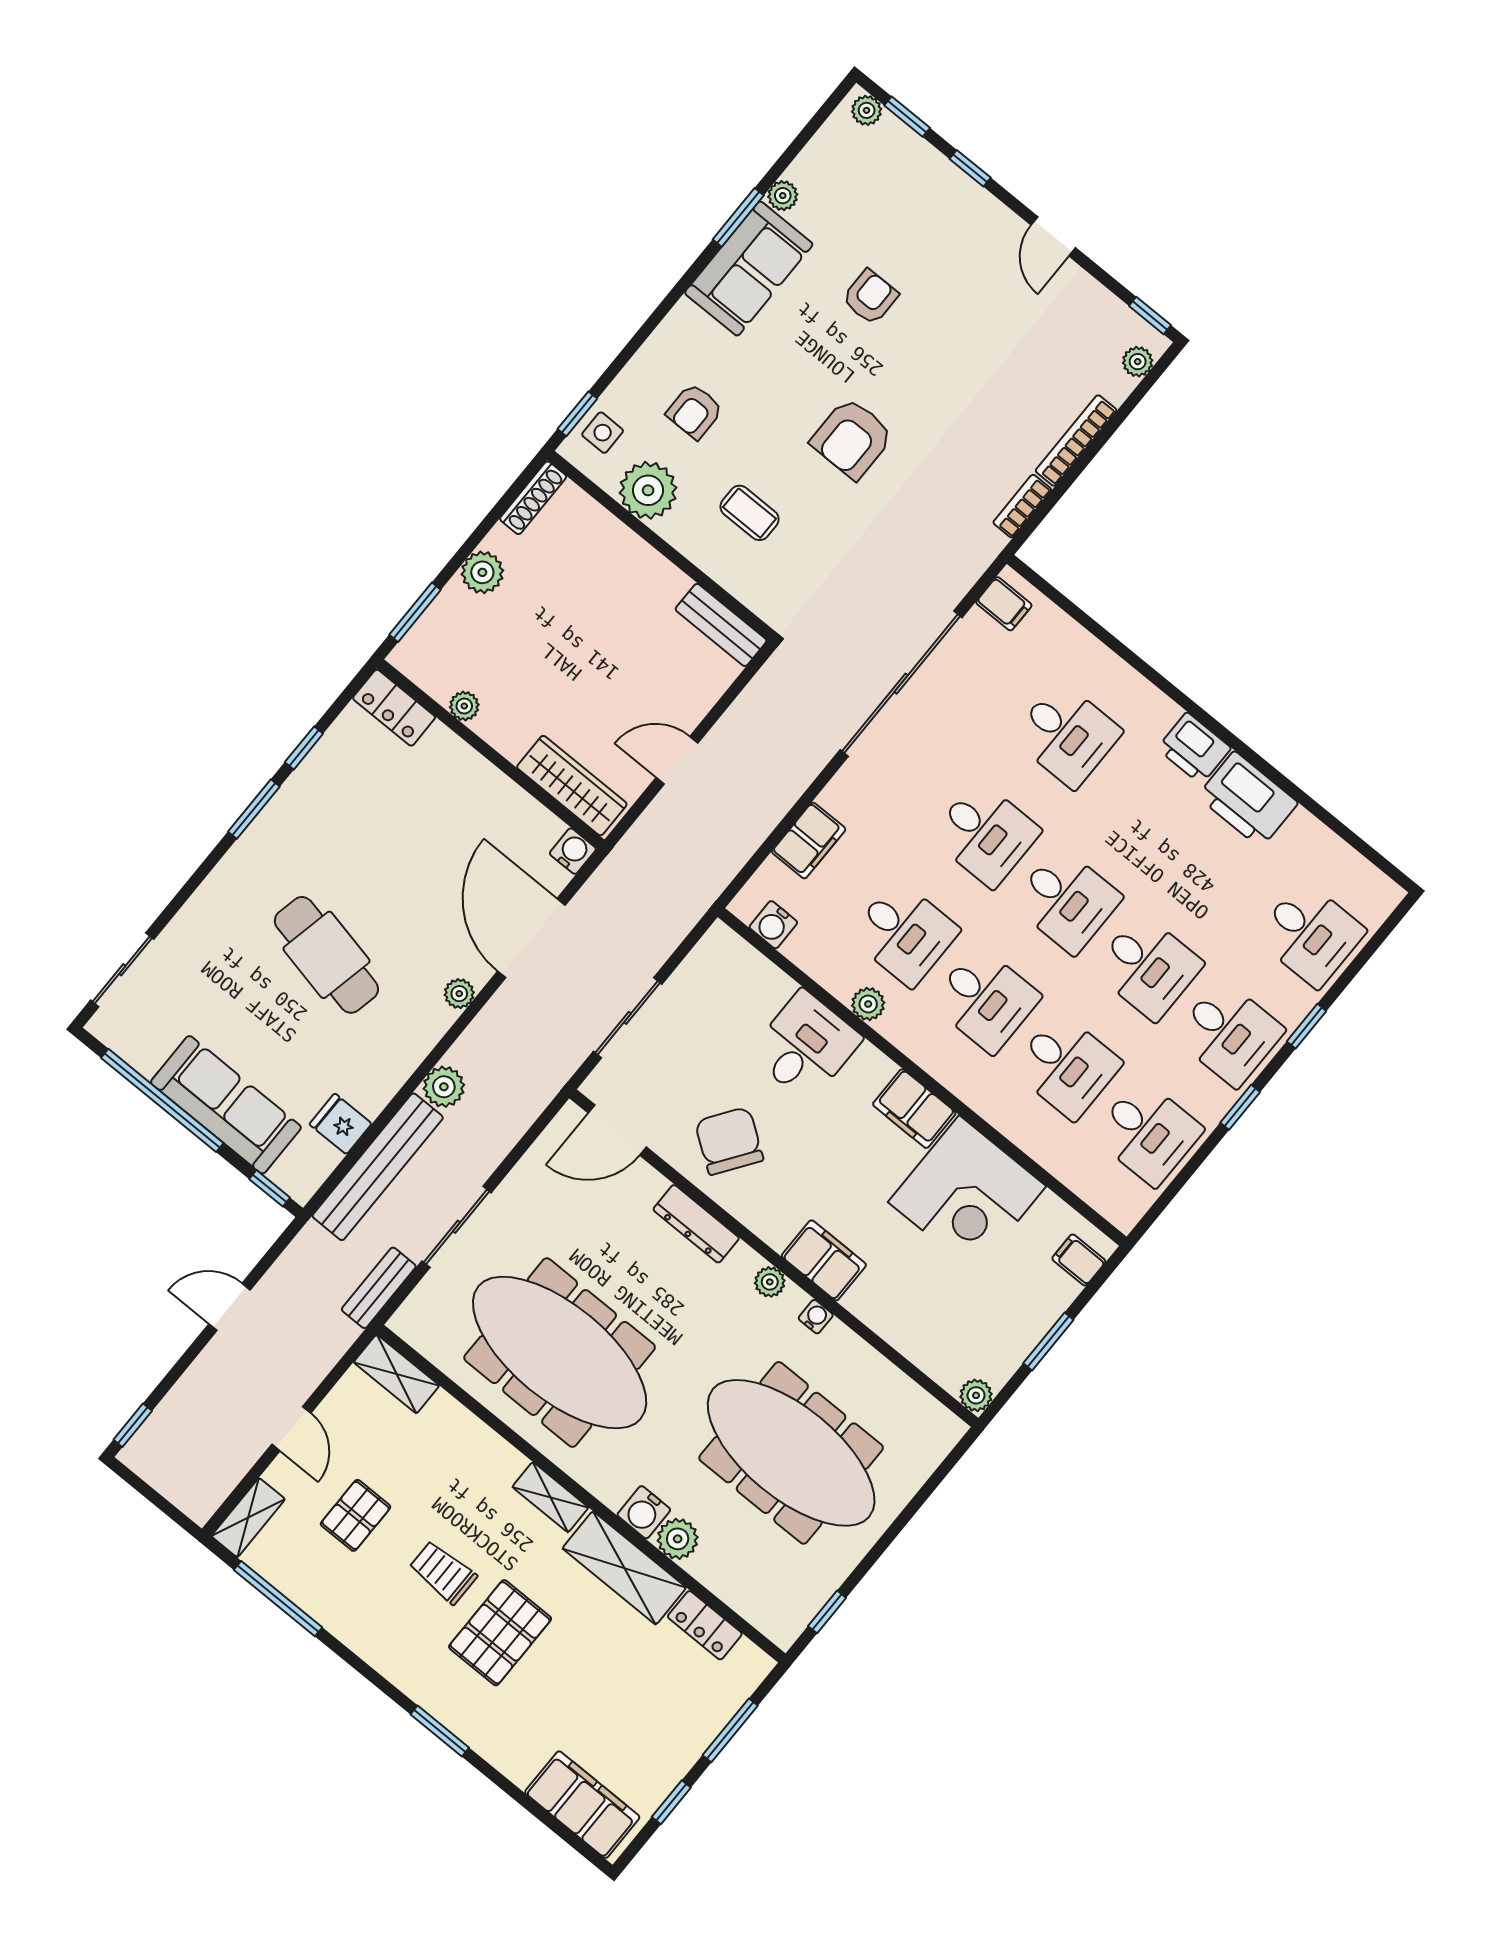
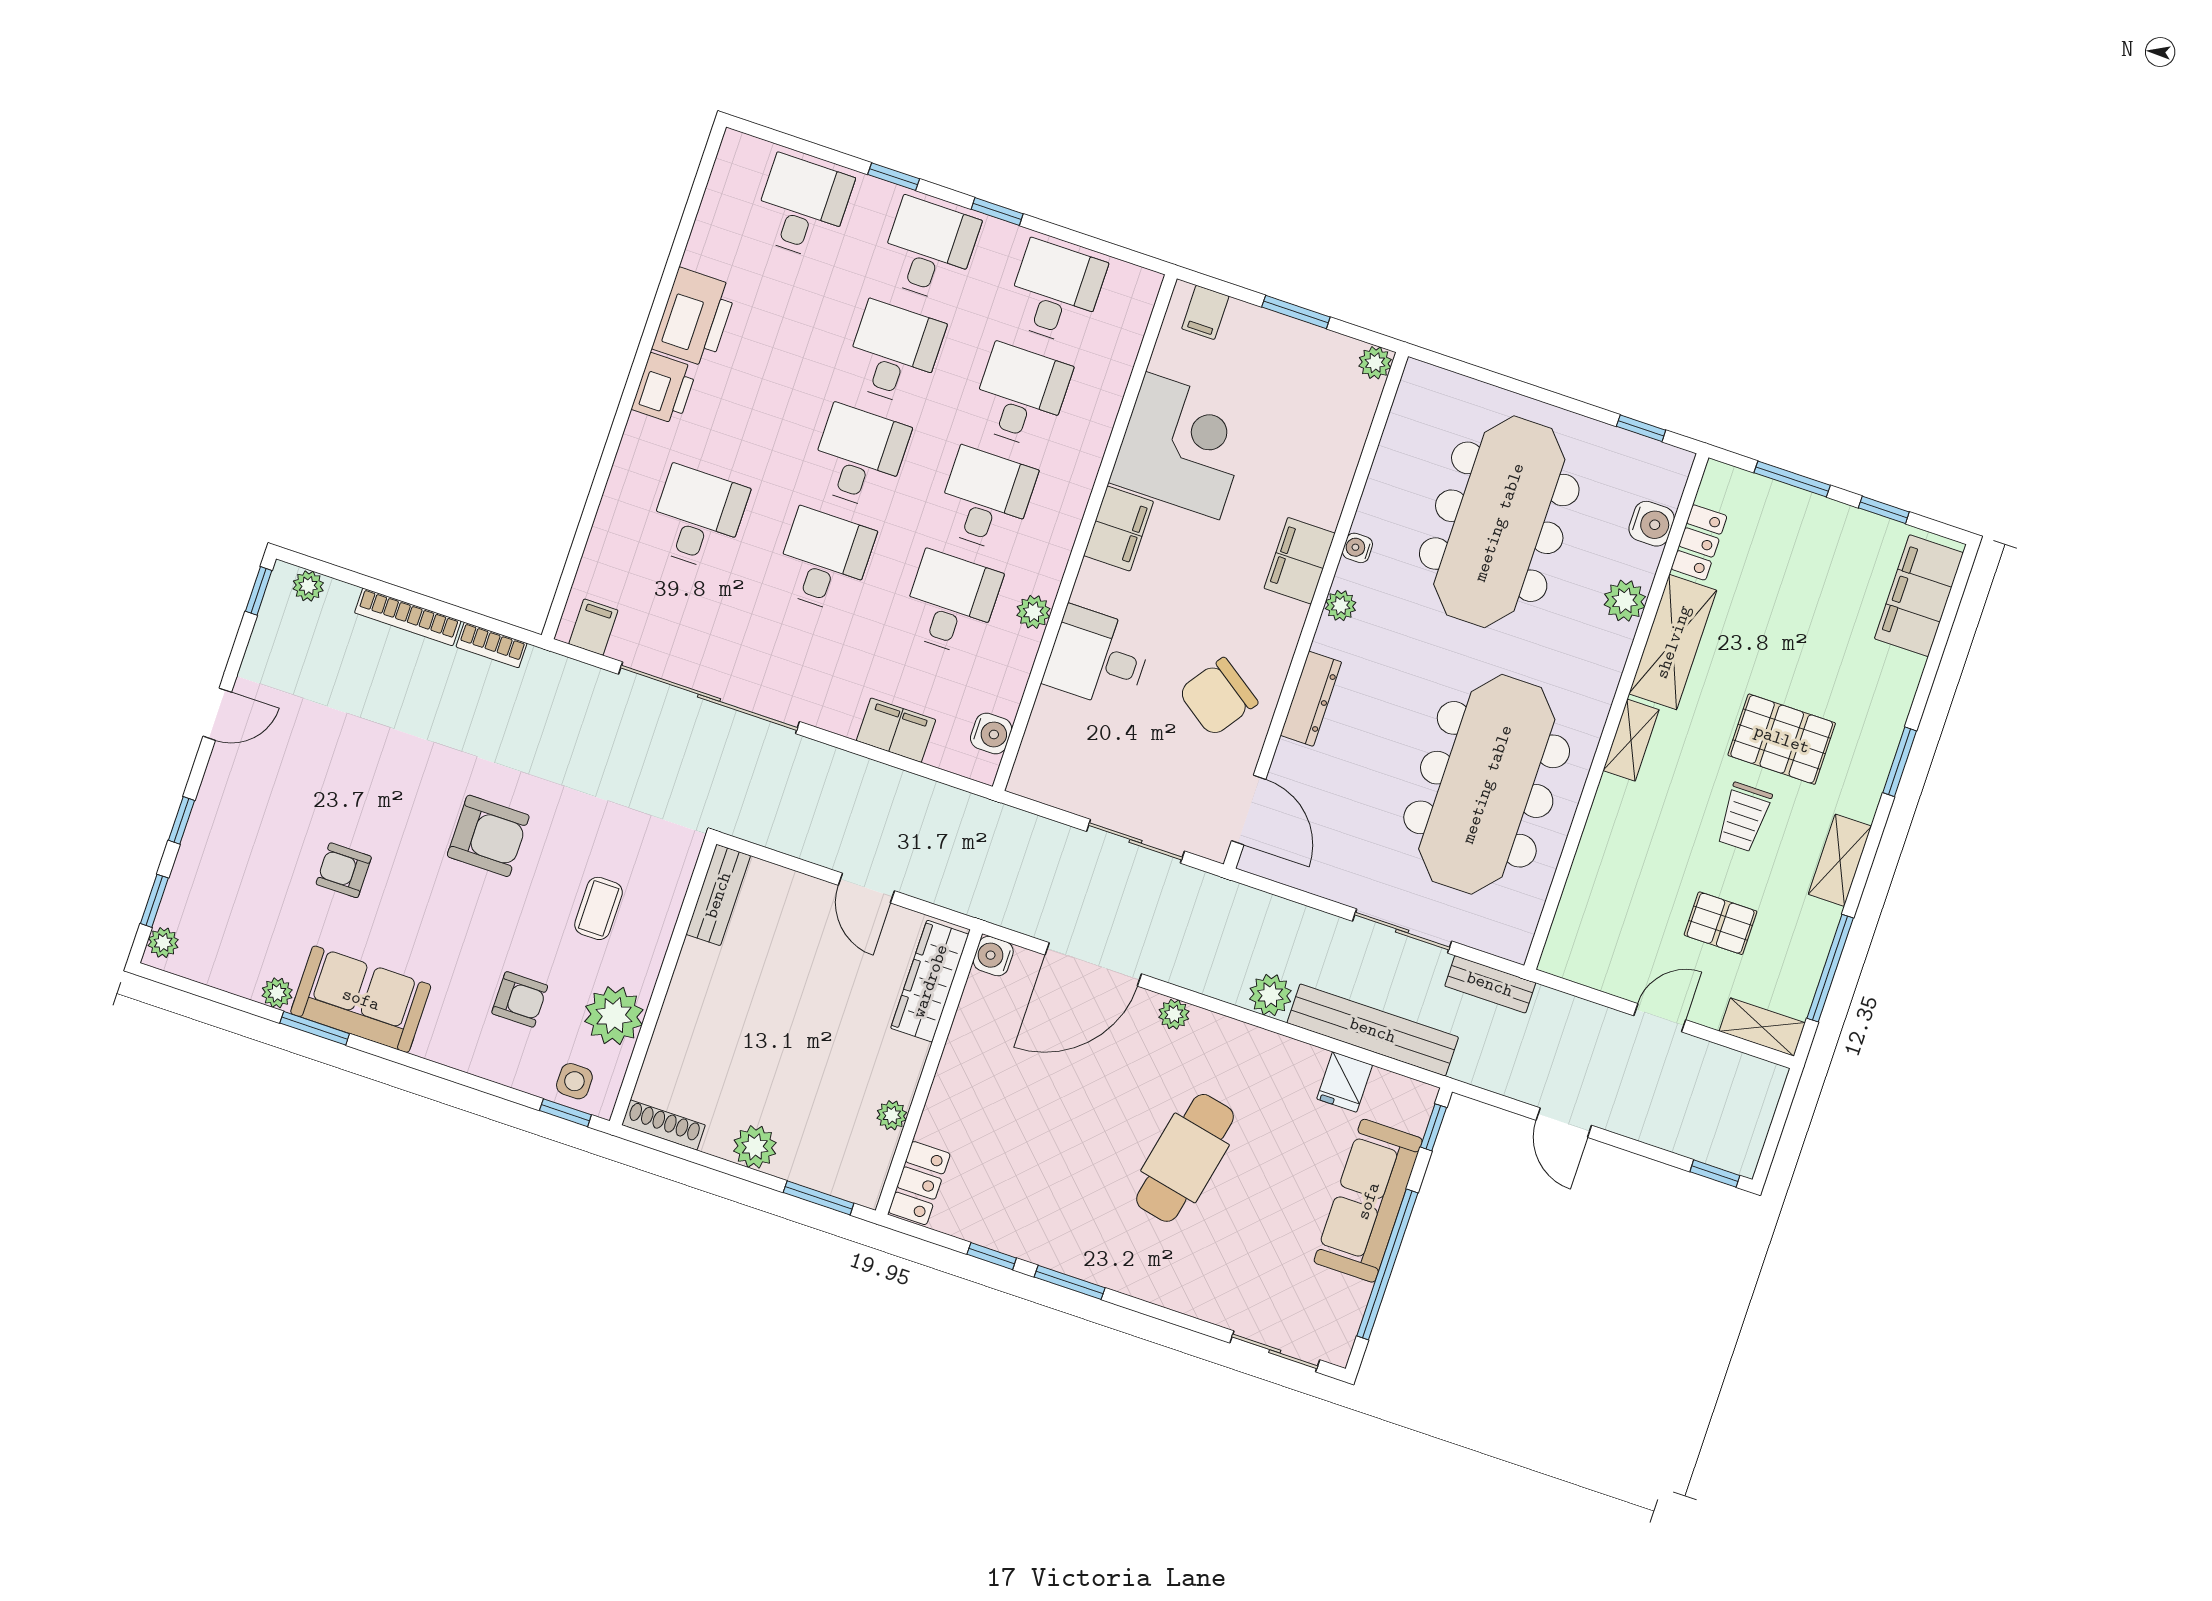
shelving: (396, 1374) -> (1840, 860), moved
water cooler: (644, 1512) -> (1652, 524), moved

